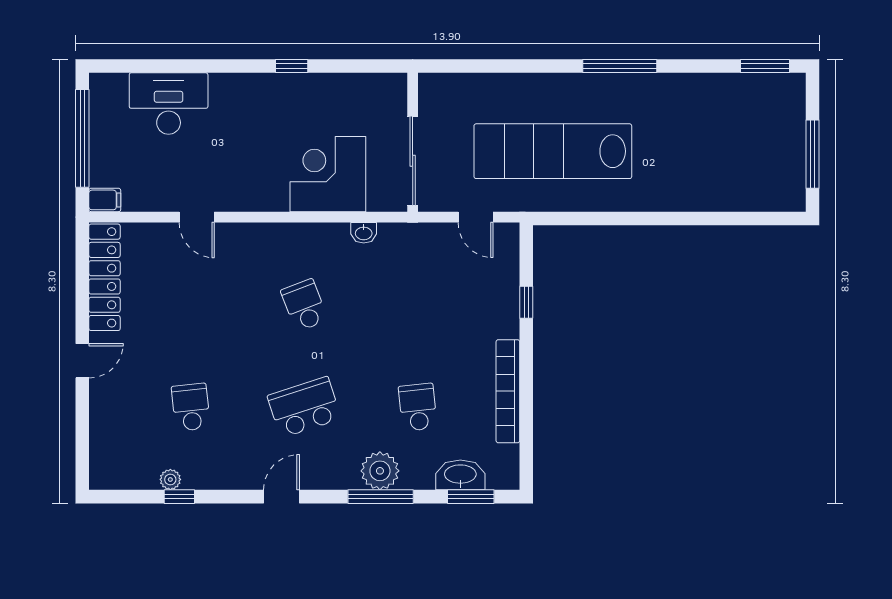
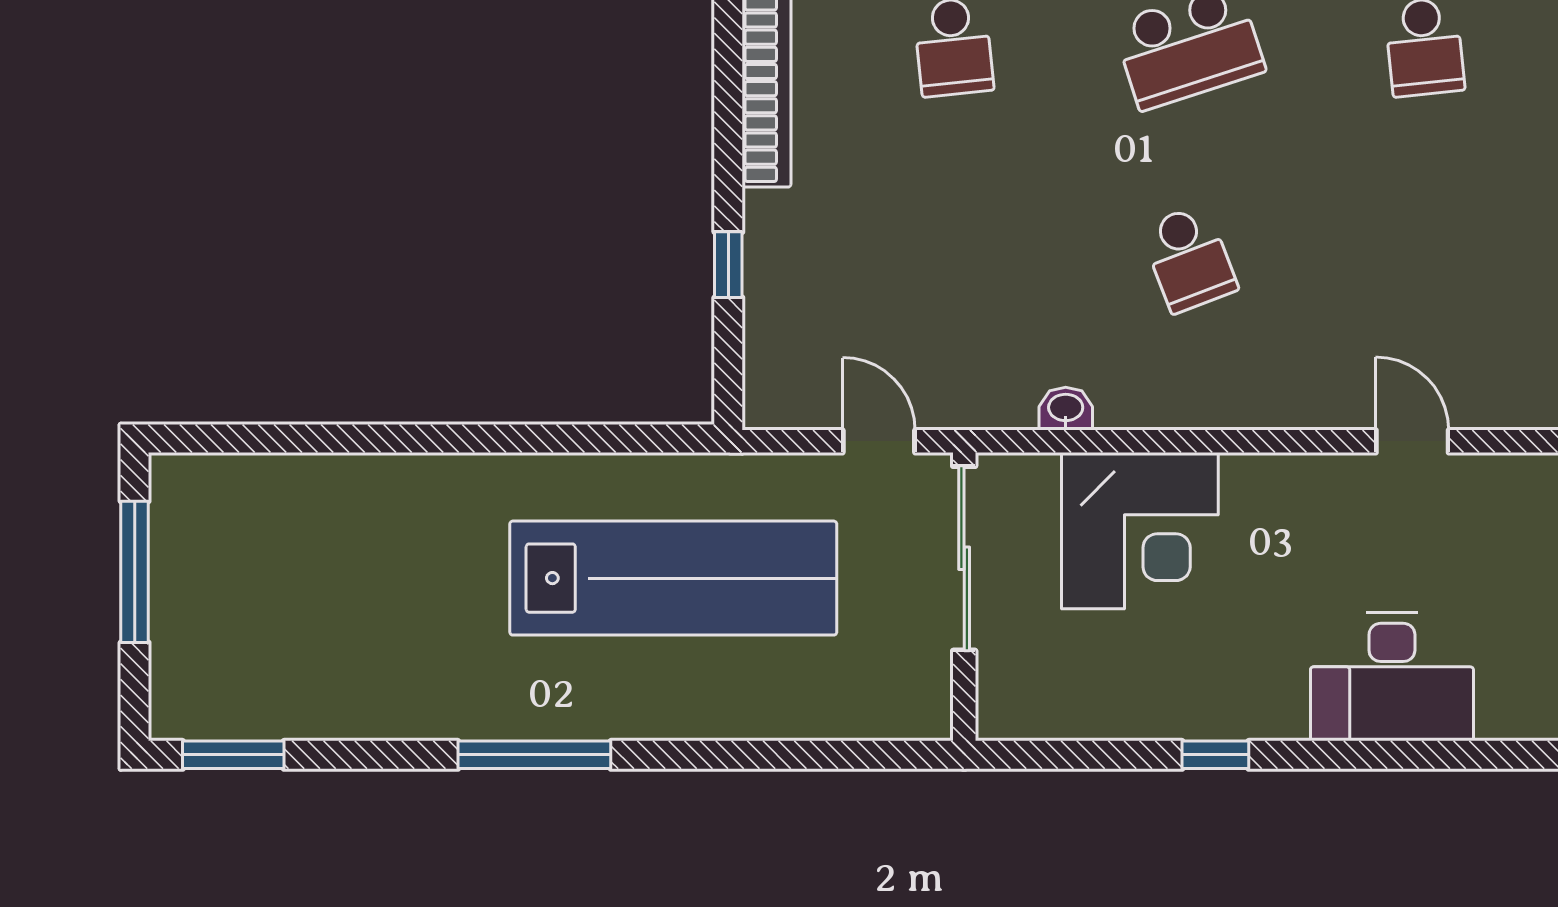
desk: (169, 104) -> (1392, 677), moved
door: (476, 217) -> (879, 441), moved

